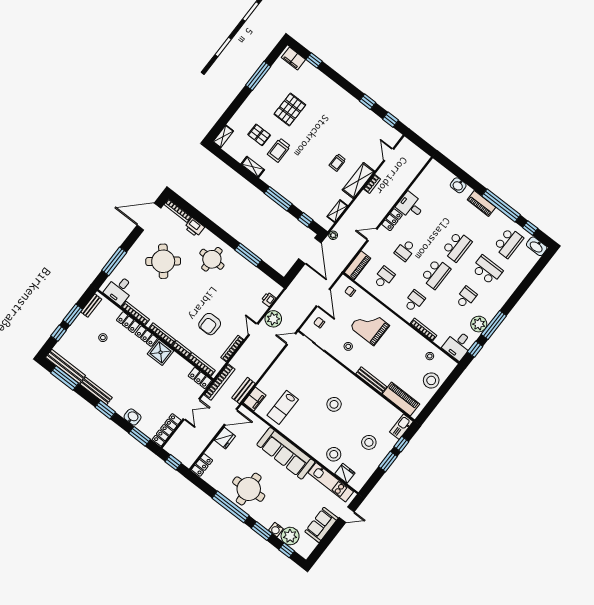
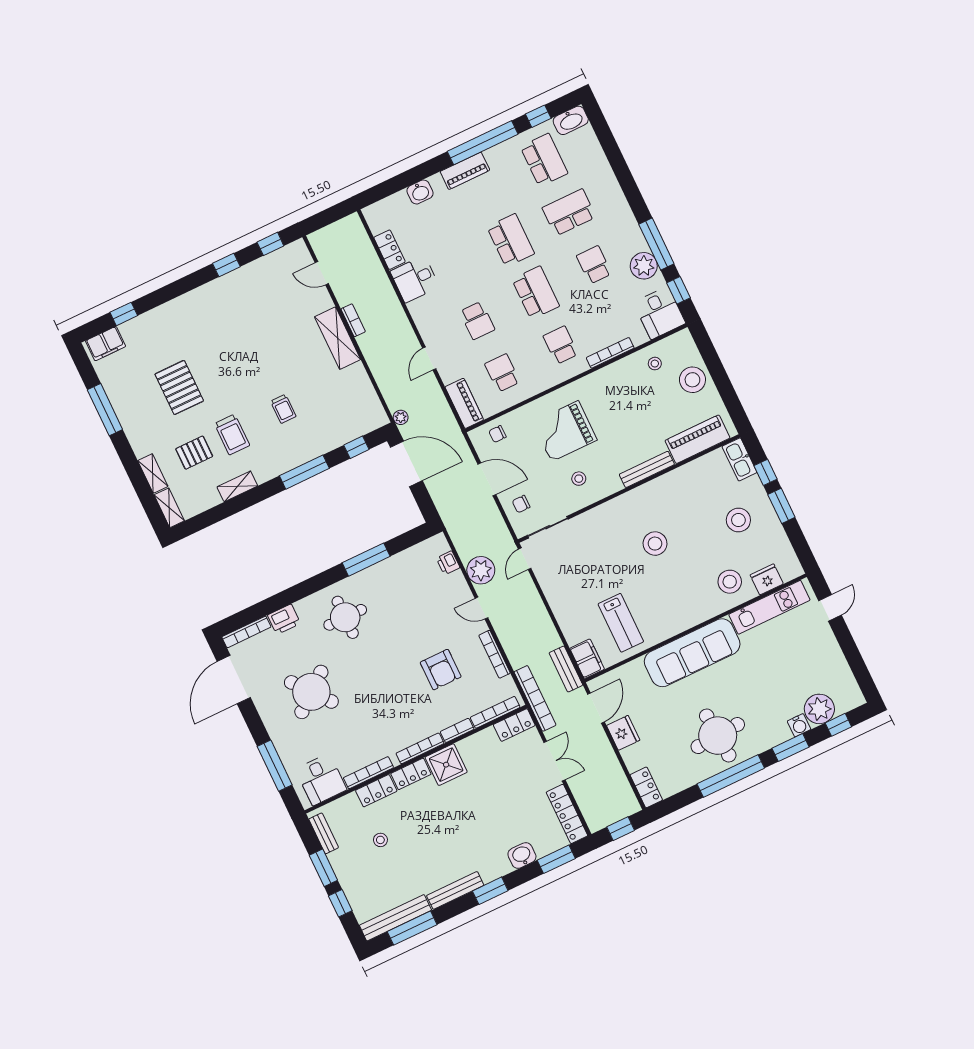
trolley: (337, 163) -> (283, 409), moved
shelving: (337, 211) -> (153, 473), moved
locker: (392, 220) -> (390, 250), moved
sofa: (321, 525) -> (826, 653), removed

